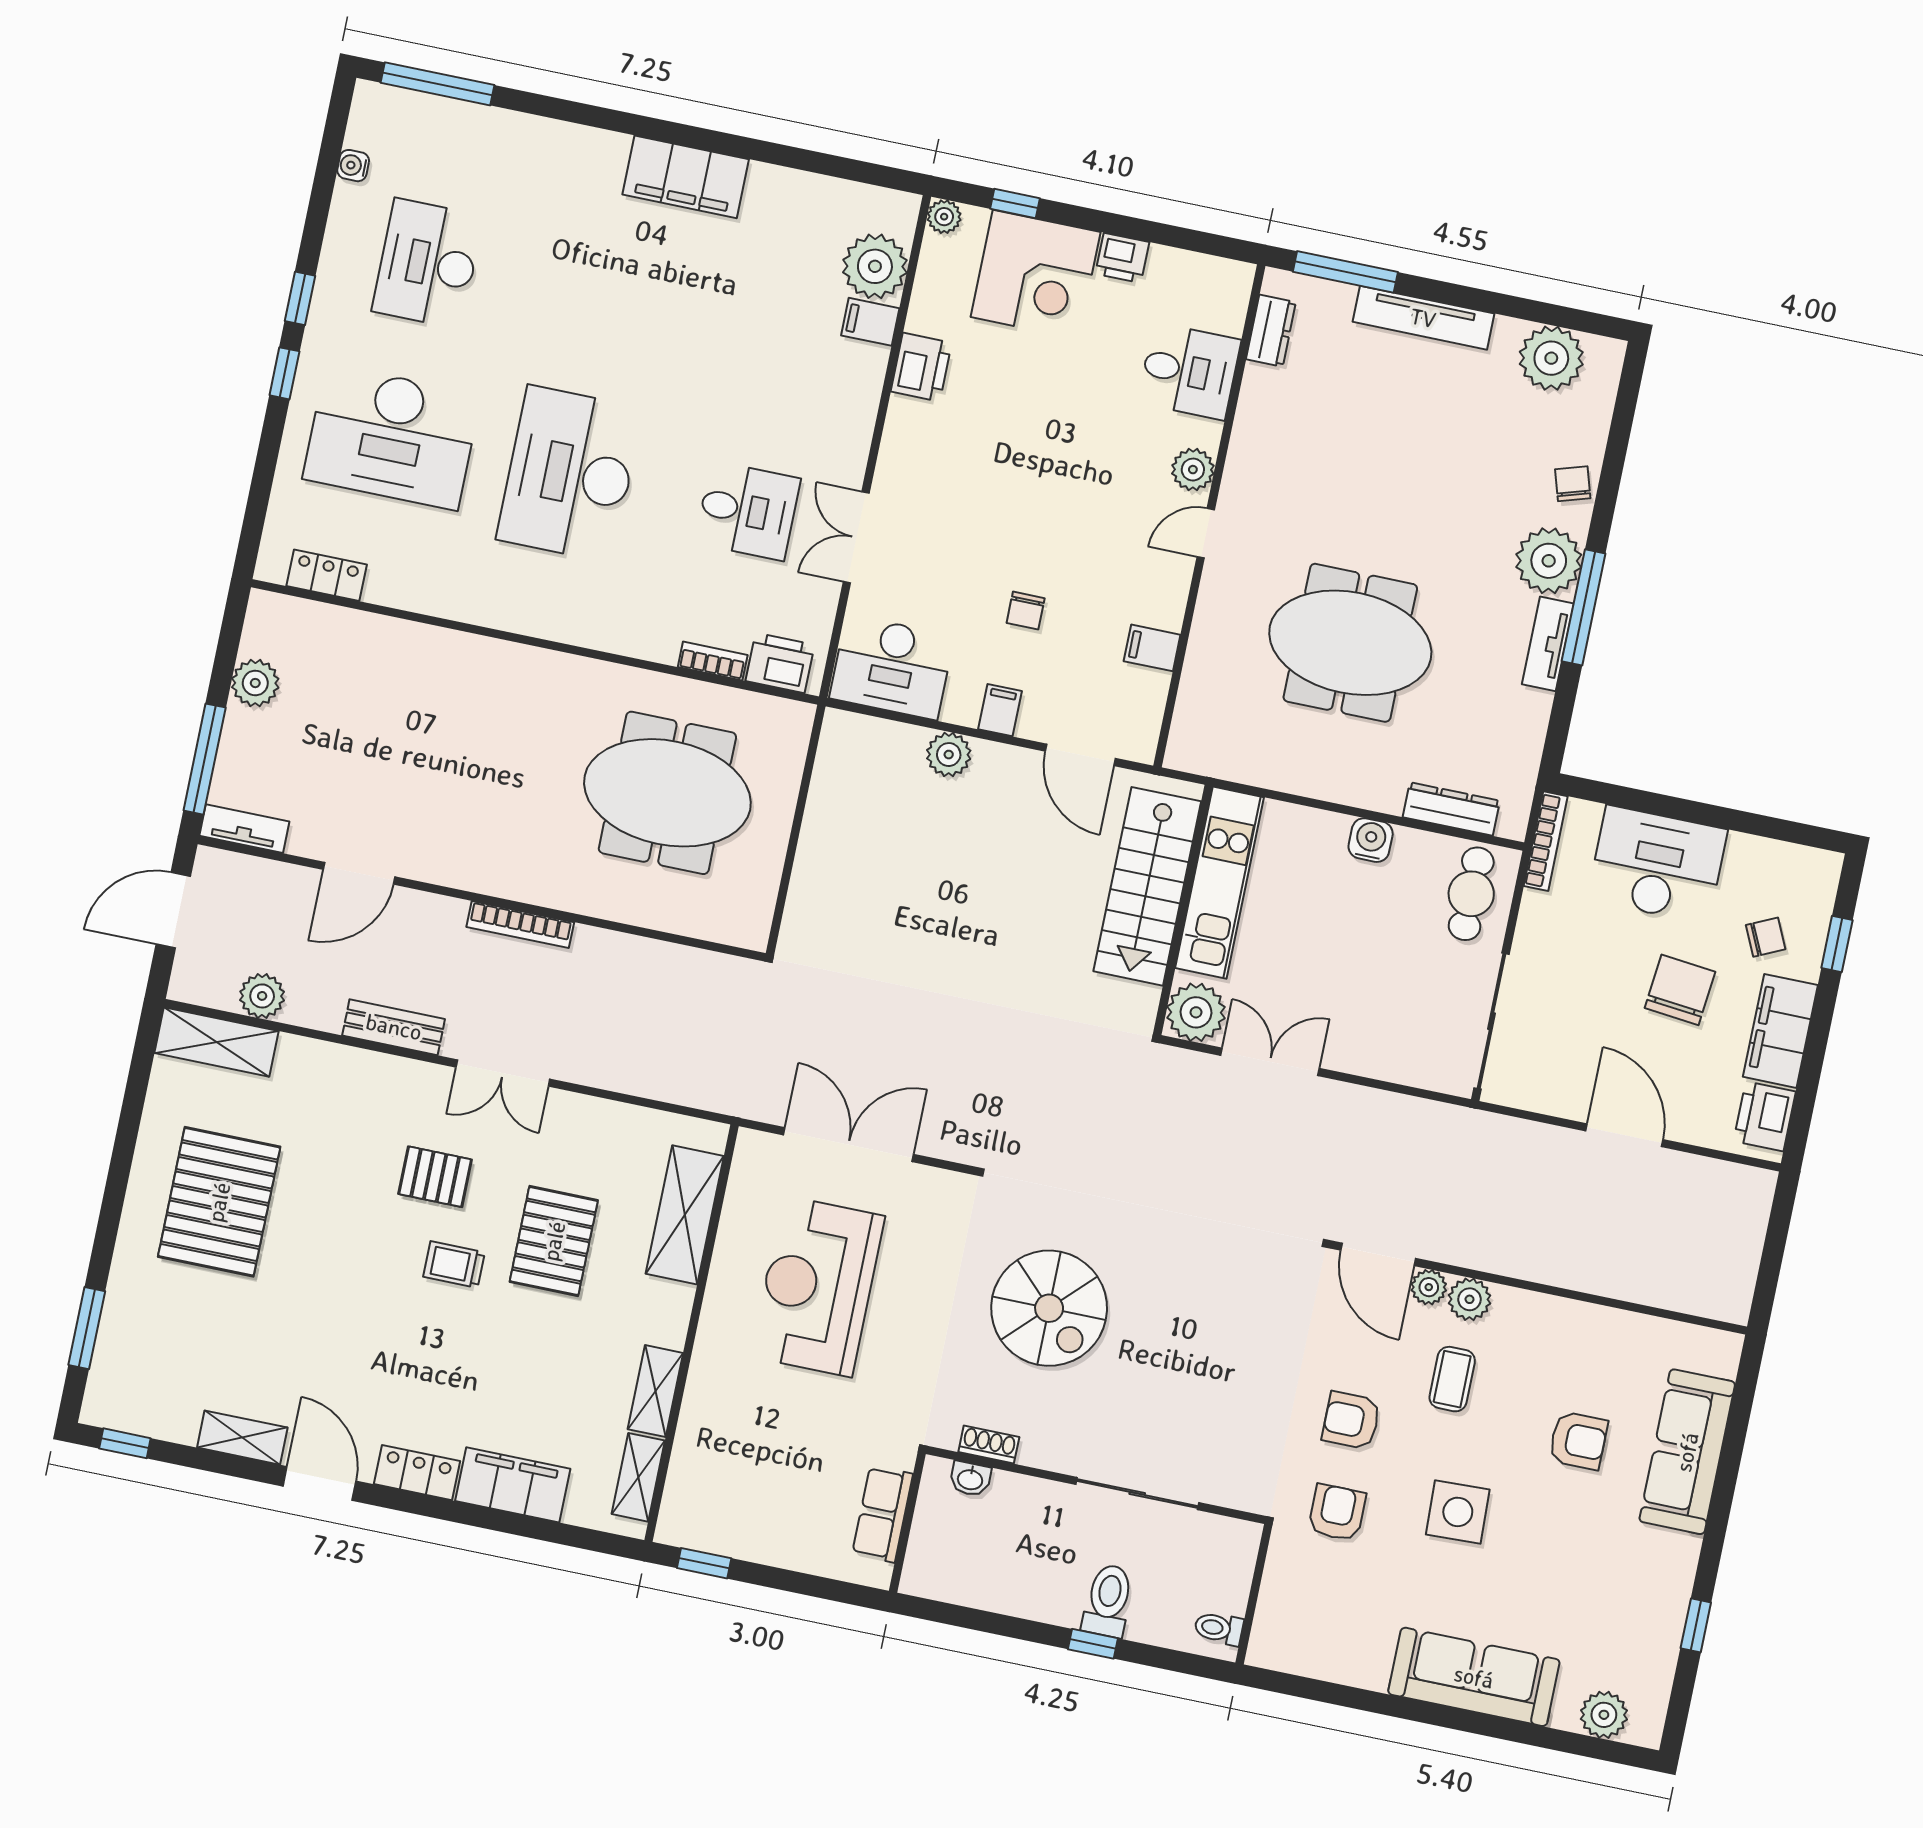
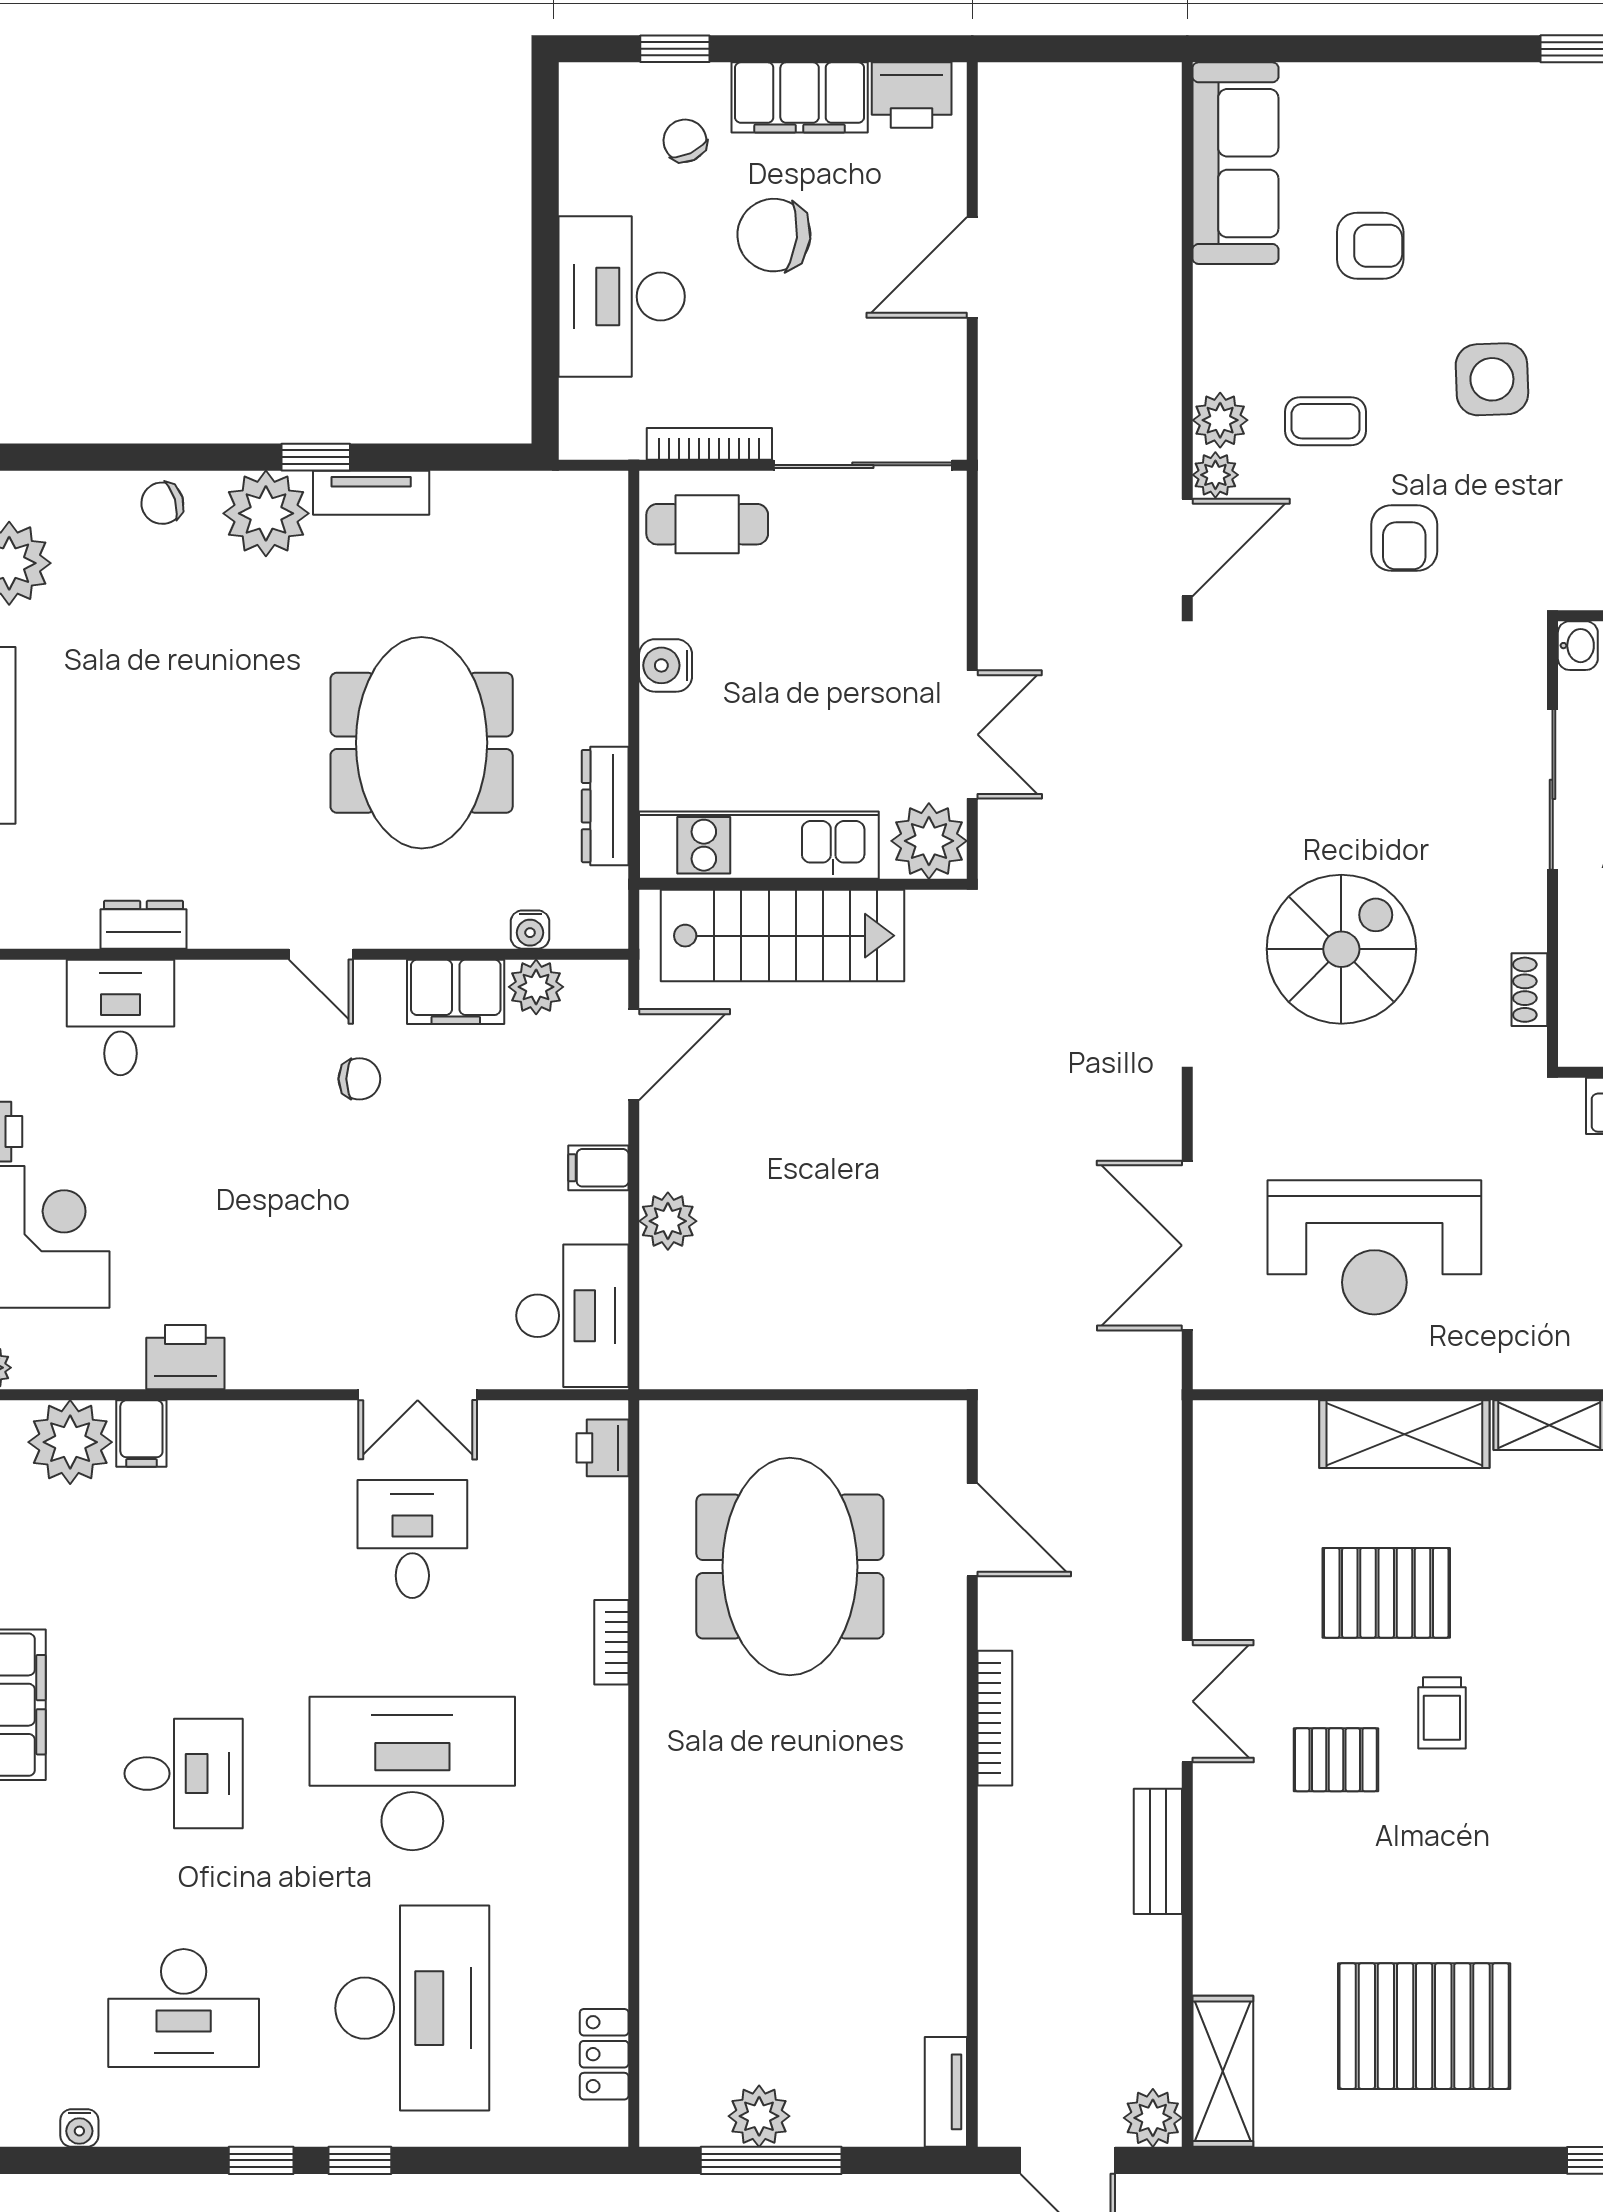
desk: (606, 300) -> (184, 1774), added
dresser: (1271, 331) -> (143, 925), moved
plant: (1193, 470) -> (536, 987), moved
desk: (570, 474) -> (412, 1774), turned 180
window: (1584, 607) -> (316, 457), width x0.46
chair: (1026, 611) -> (359, 1079), moved
filing cabinet: (1152, 648) -> (456, 992), width x2.00
bookcase: (713, 661) -> (611, 1642), moved
printer: (780, 663) -> (602, 1448), width x0.73, depth x0.81
water cooler: (1191, 696) -> (530, 930), added
window: (205, 759) -> (771, 2160), moved
dresser: (1451, 809) -> (605, 806), moved
bookcase: (1546, 841) -> (709, 444), moved
door: (359, 873) -> (972, 1530), moved
plant: (262, 996) -> (1153, 2118), moved
double door: (1270, 1062) -> (972, 735), swing flipped
pallet: (435, 1177) -> (1336, 1760), turned 90
shelving: (685, 1215) -> (1404, 1434), moved
armchair: (1578, 1441) -> (1370, 246), turned 90
sofa: (1687, 1452) -> (1235, 163), moved, turned -90
washbasin: (970, 1479) -> (1578, 646), moved
armchair: (1337, 1513) -> (1524, 532), removed

